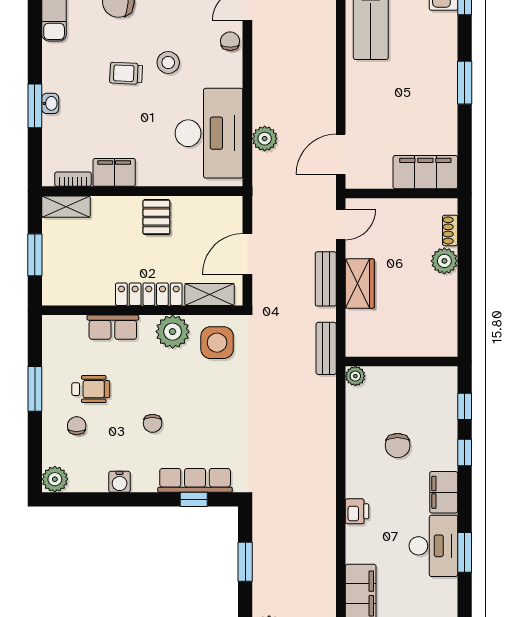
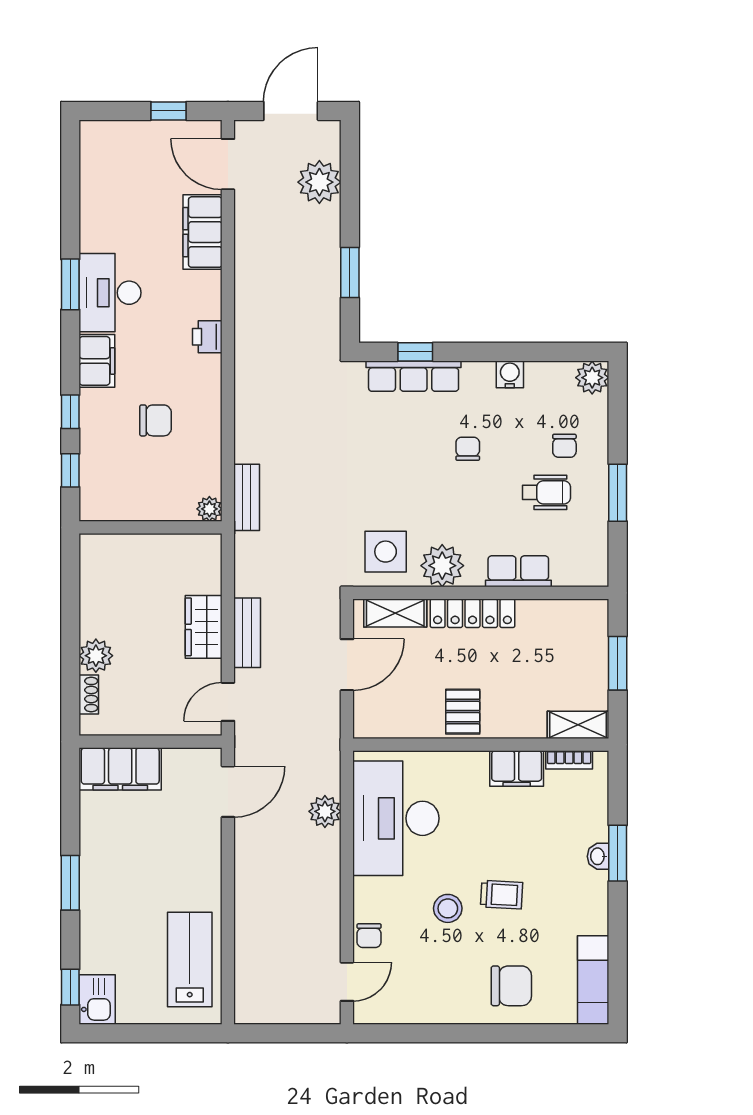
bench: (326, 348) -> (247, 497), moved
wheelchair: (91, 389) -> (546, 492), turned 180
chair: (398, 446) -> (156, 420), turned 90

